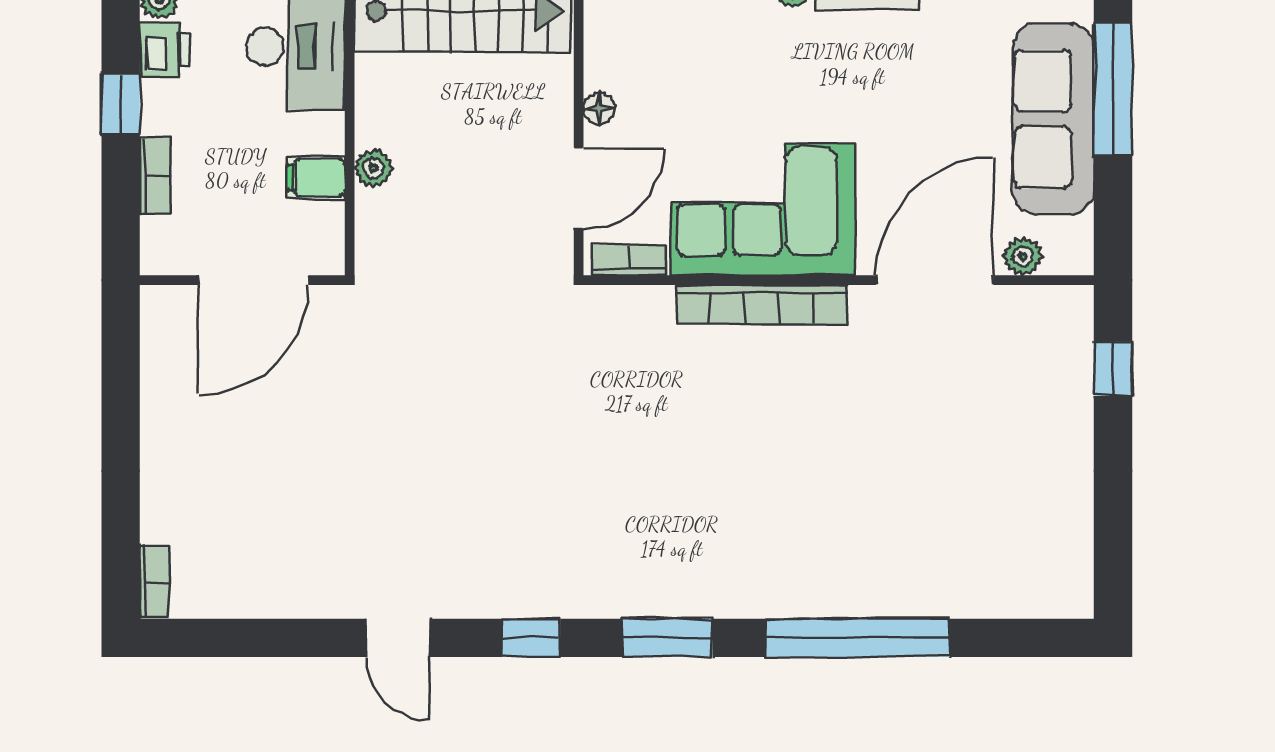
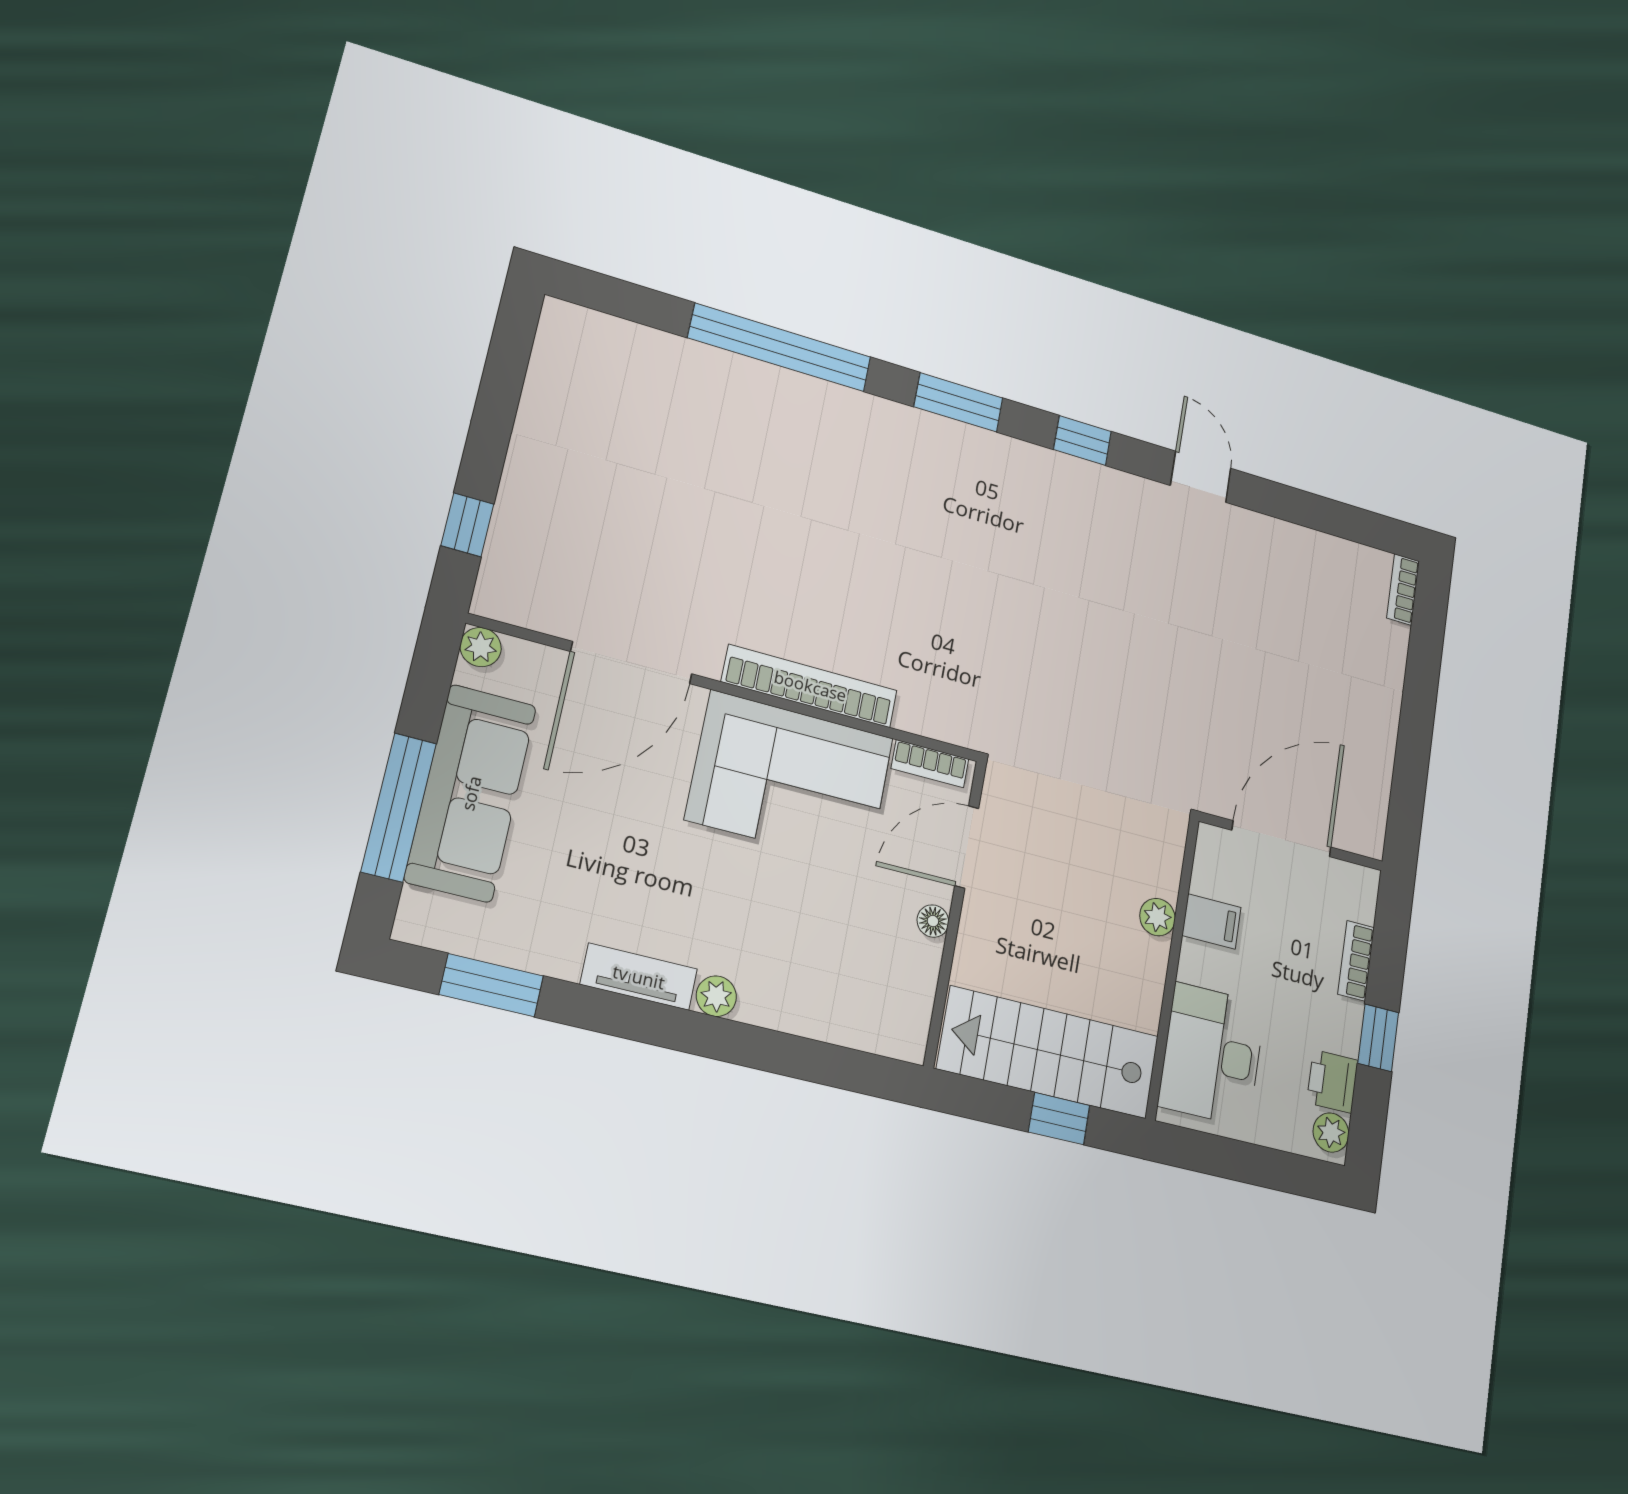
plant: (1023, 256) -> (481, 647), moved

